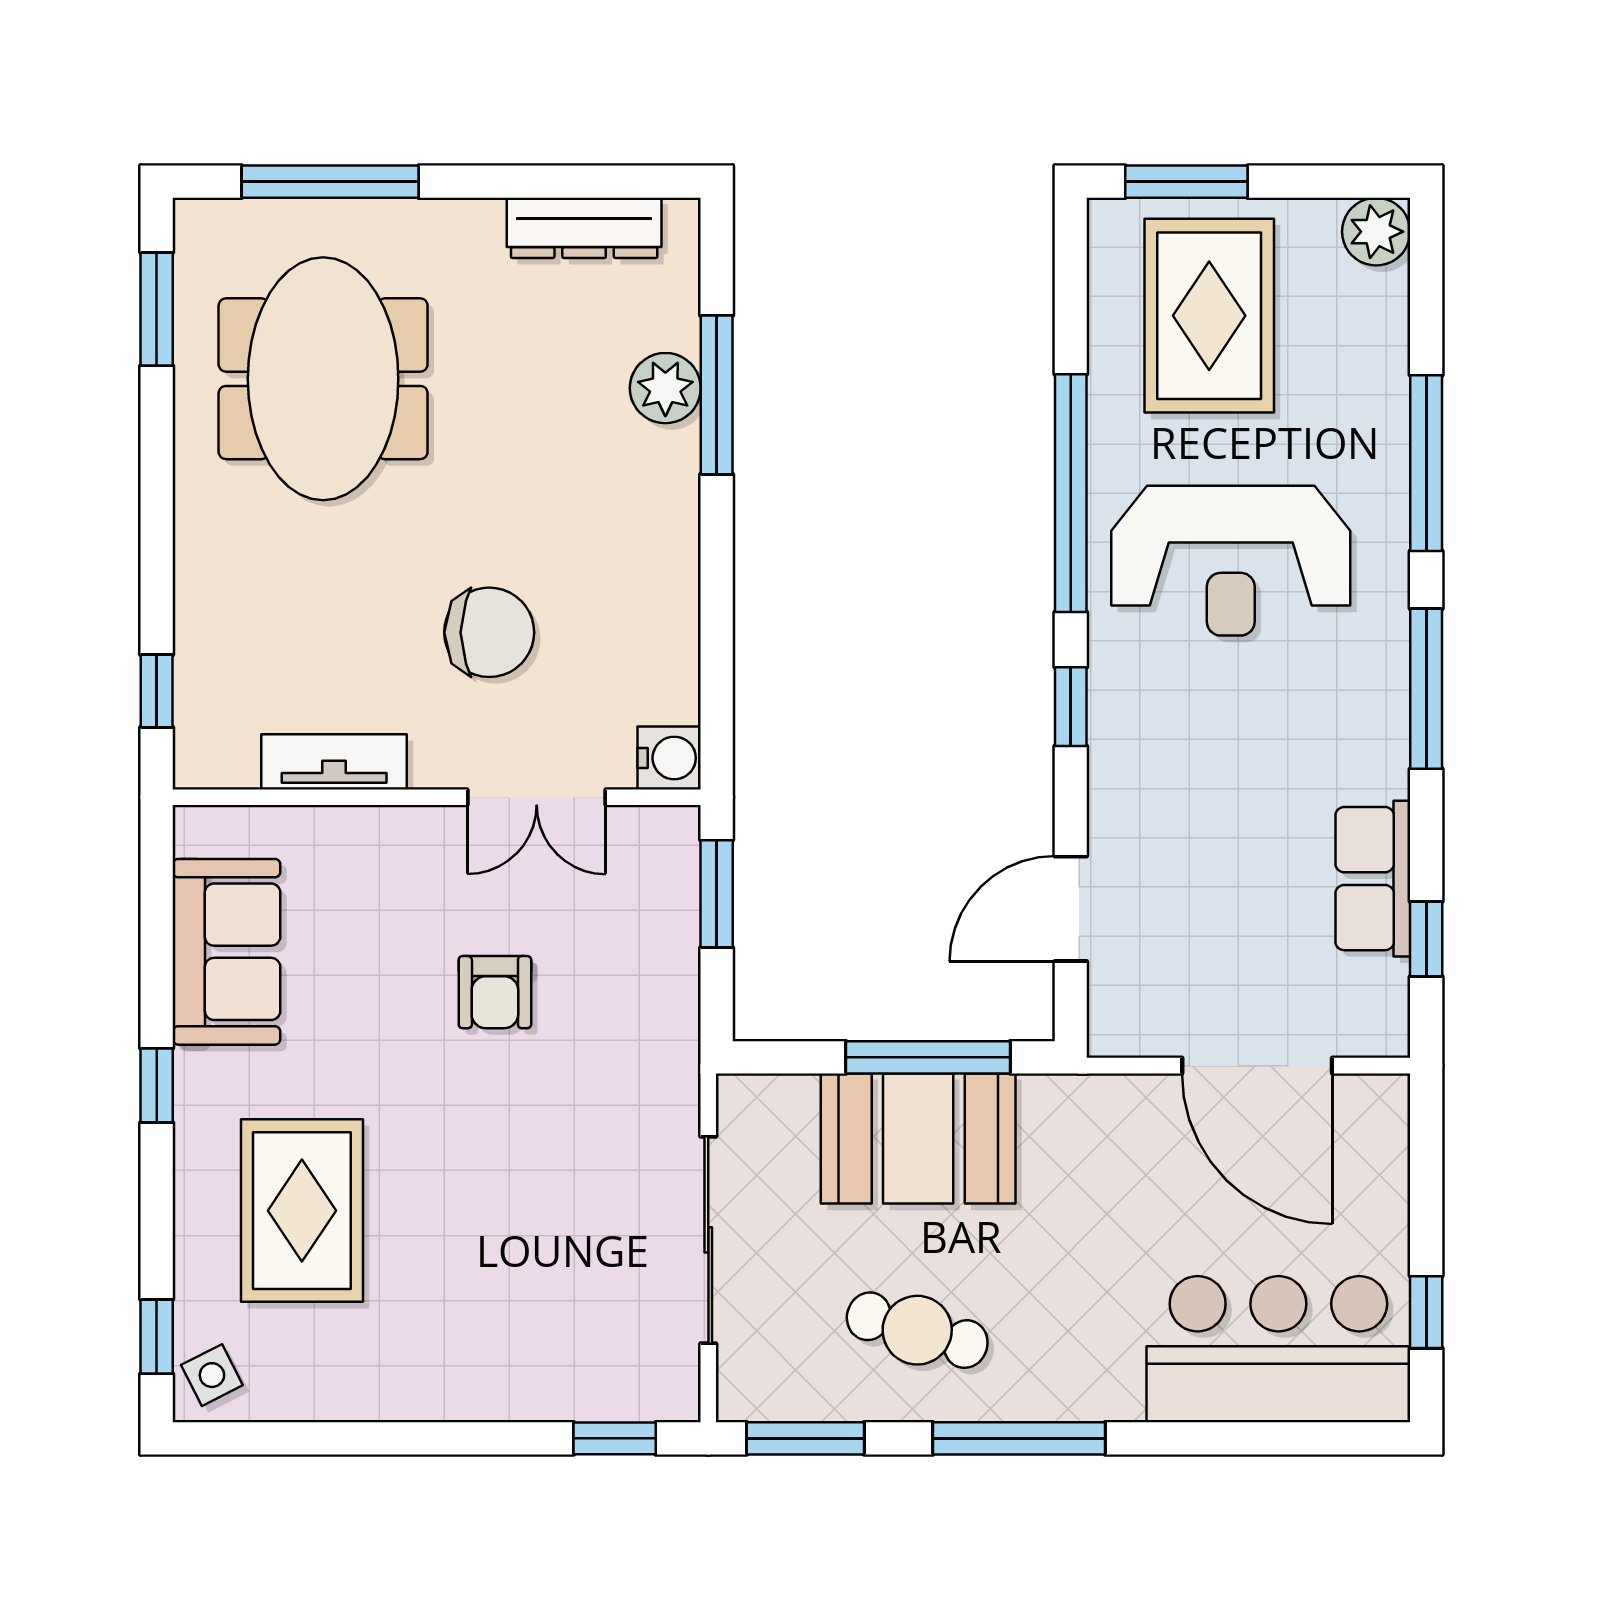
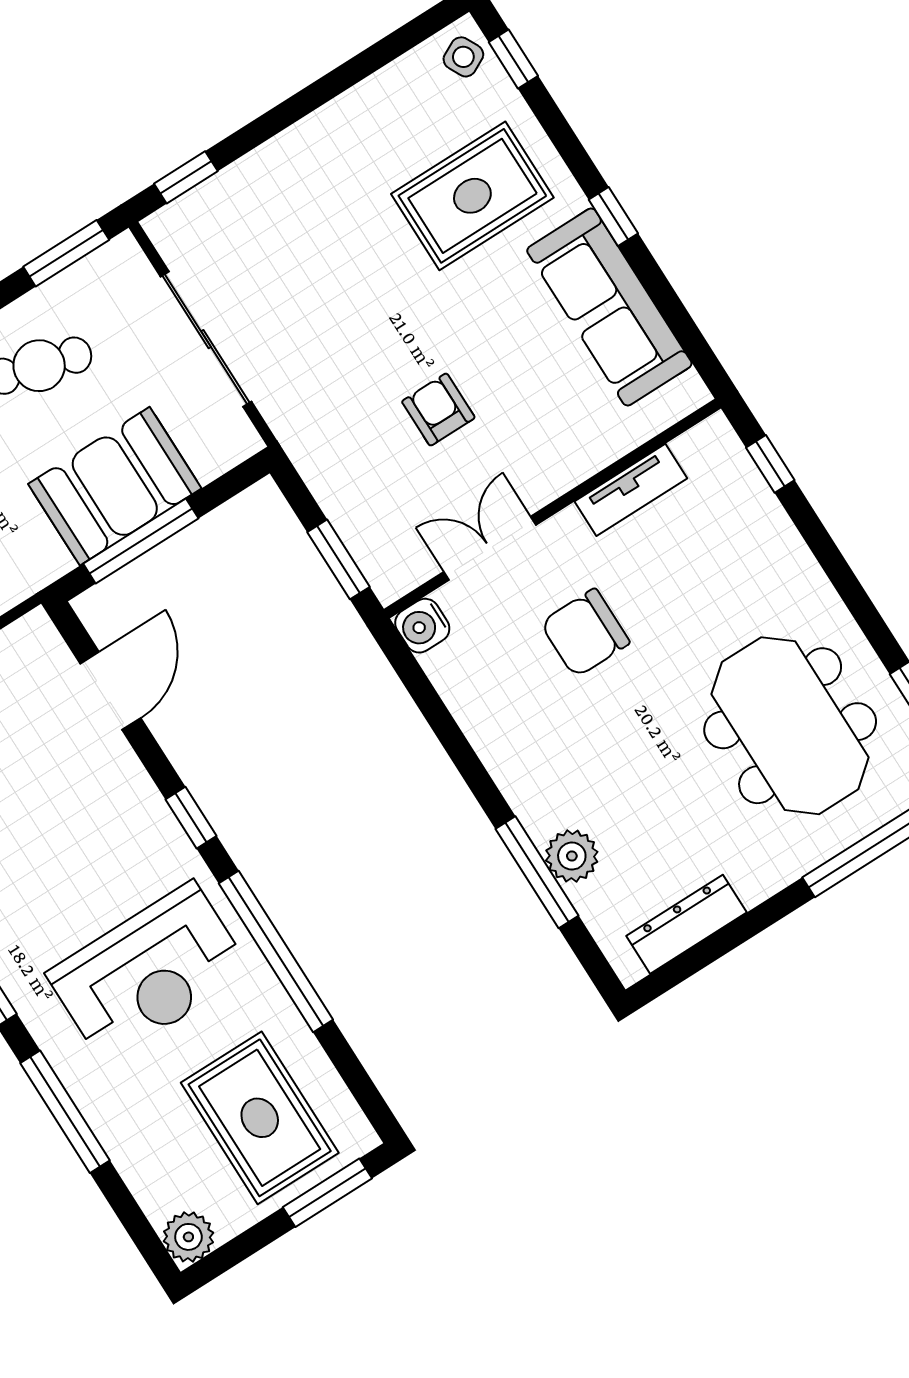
reception desk: (1231, 561) -> (149, 973), turned 180
sofa: (226, 952) -> (609, 307), width x1.36
rug: (302, 1211) -> (472, 196), turned 90

